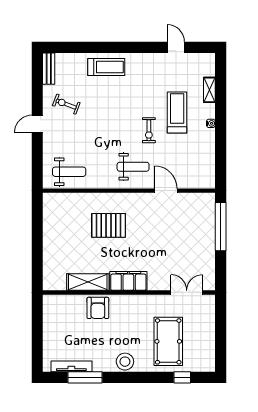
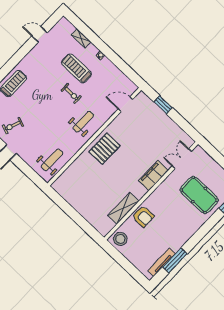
door: (166, 191) -> (125, 104), moved
pallet: (109, 225) -> (105, 149), moved
window: (221, 227) -> (163, 105), width x0.47
filing cabinet: (128, 281) -> (153, 175), moved
stool: (125, 362) -> (120, 239), moved

